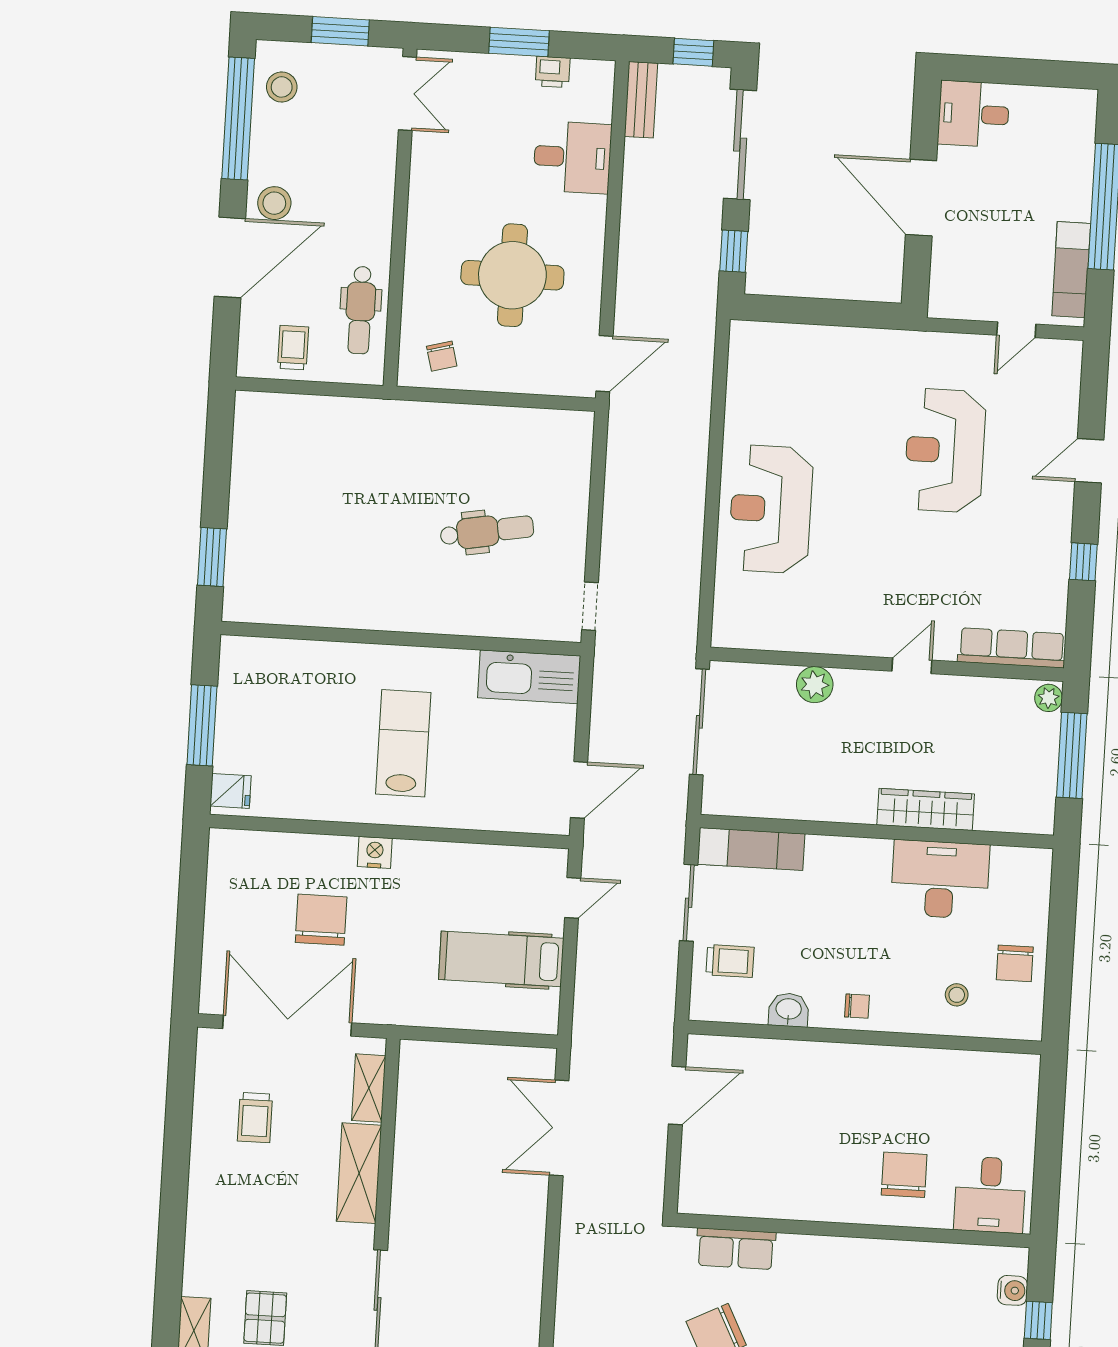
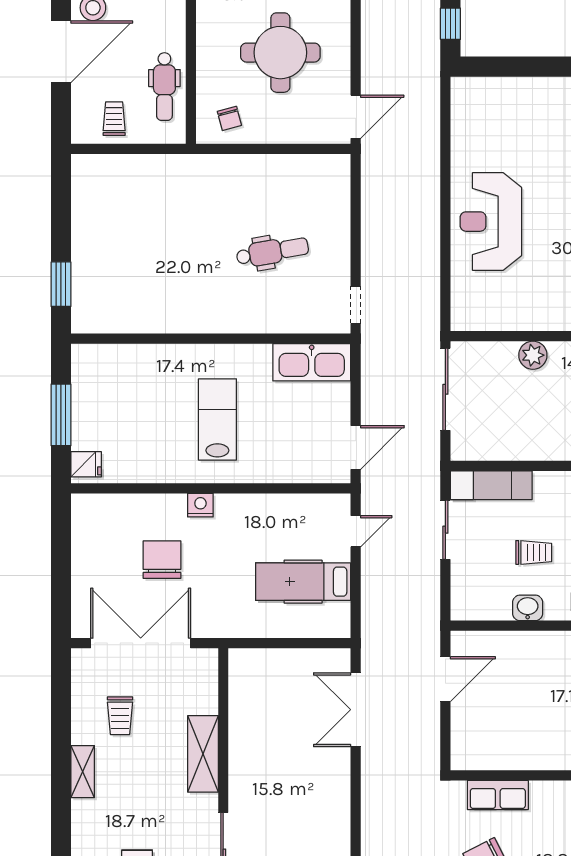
trolley: (730, 961) -> (534, 552), moved
shelving: (369, 1088) -> (83, 772), moved

